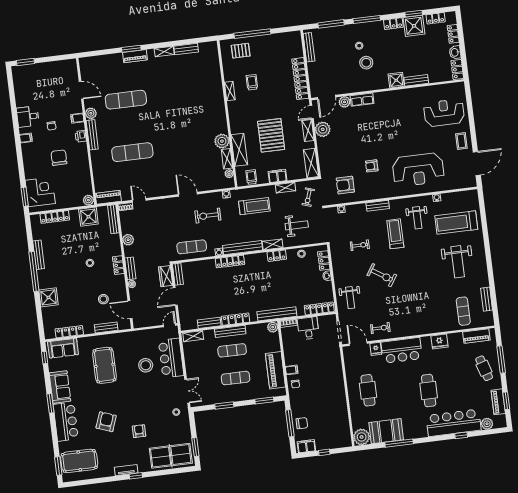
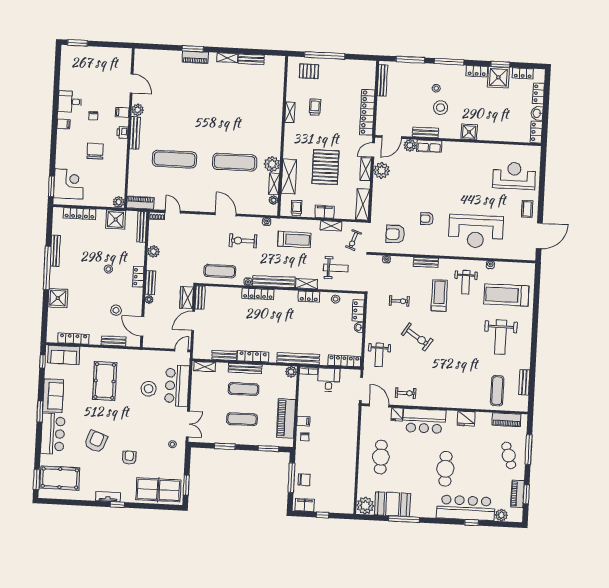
bench: (416, 80) -> (425, 133), moved
exercise mat: (126, 100) -> (235, 162), moved

